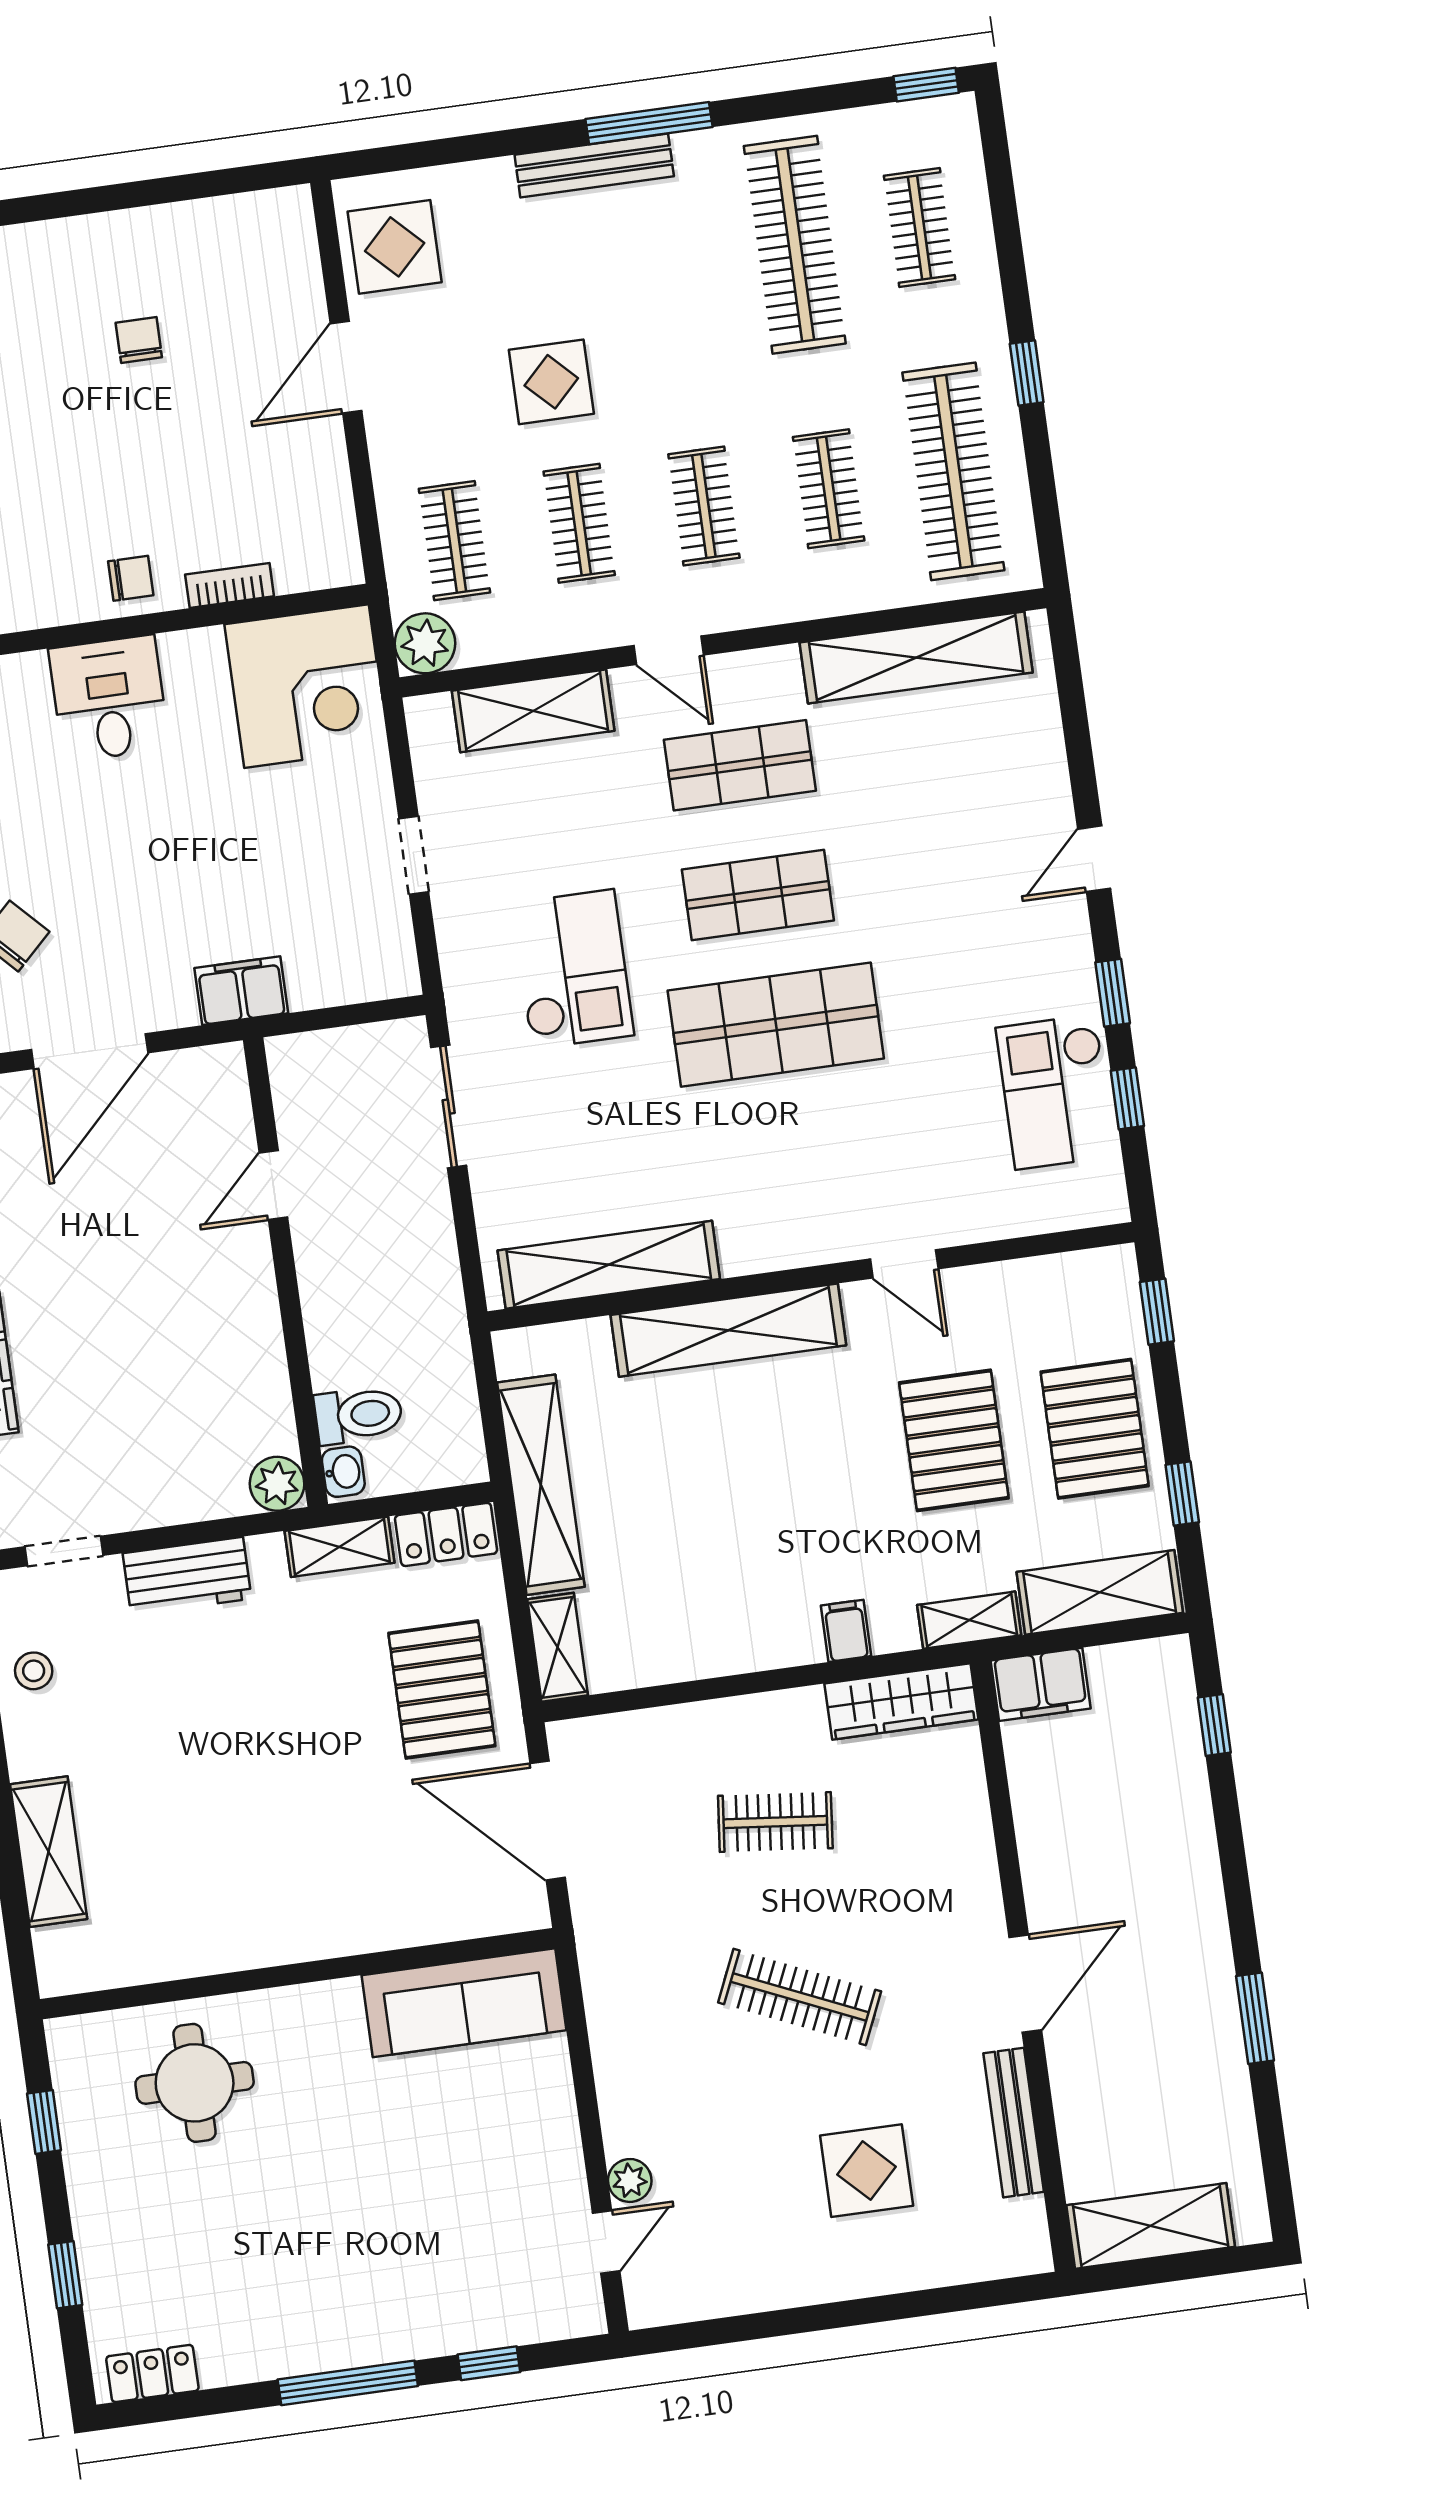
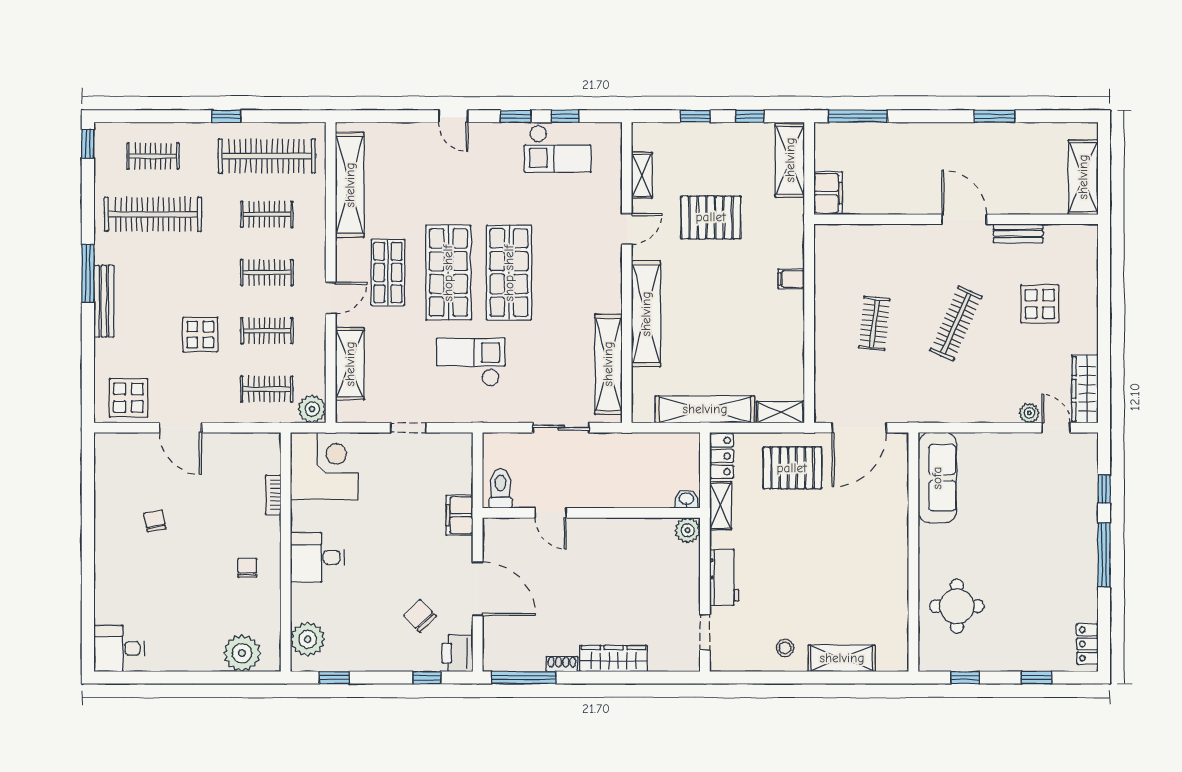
chair: (139, 340) -> (155, 521), turned 79
chair: (131, 578) -> (247, 568), moved
shop shelf: (758, 895) -> (448, 273), width x1.43, depth x1.36
sliding door: (449, 1107) -> (561, 428), moved
window: (1157, 1312) -> (695, 116), moved
toilet: (358, 1415) -> (501, 489), moved
pallet: (1095, 1429) -> (714, 152), removed
shelving: (969, 1620) -> (642, 175), moved
stool: (34, 1671) -> (785, 648), moved
wardrobe: (901, 1701) -> (1085, 389), moved, turned 180
window: (1214, 1725) -> (858, 116), width x2.17
bench: (1014, 2123) -> (1018, 233), width x0.73

